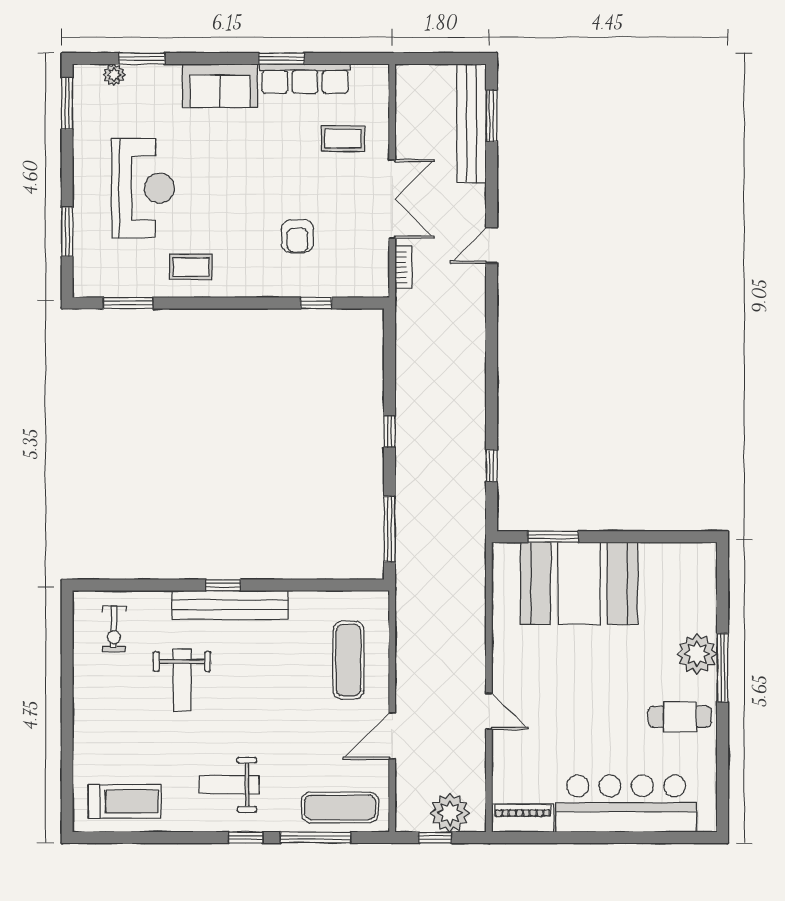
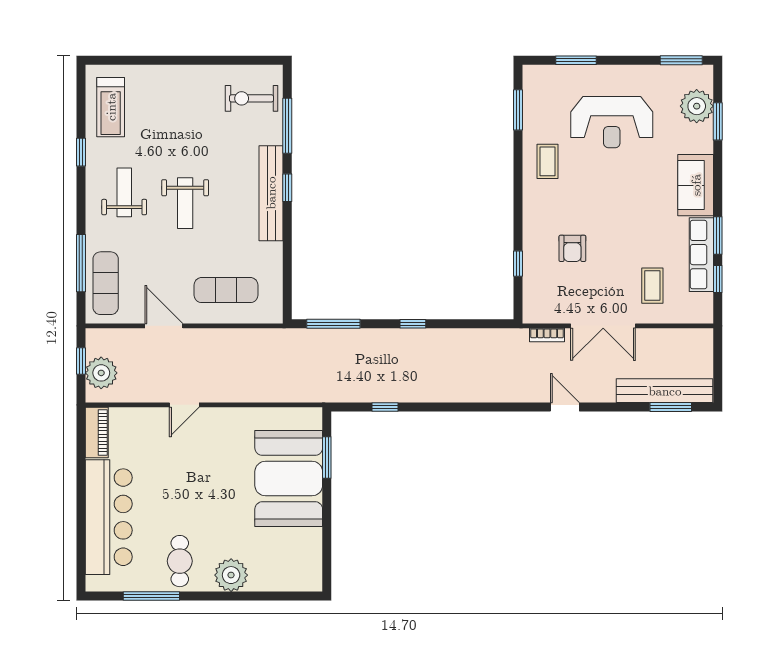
window: (335, 59) -> (718, 279), added
plant: (114, 75) -> (697, 106), width x1.88, depth x1.88
armchair: (297, 236) -> (572, 248), turned -90
window: (147, 585) -> (287, 126), added
exercise bike: (114, 629) -> (252, 98), width x1.38, depth x1.39
window: (723, 668) -> (151, 596), moved
weight bench: (182, 680) -> (185, 203), moved, turned -90
window: (246, 838) -> (81, 152), moved

